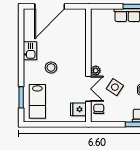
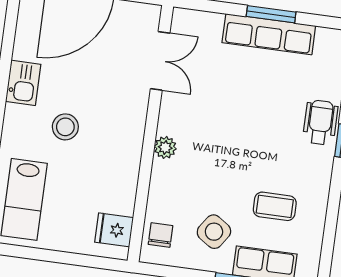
side table: (115, 87) -> (214, 232), moved
double door: (88, 89) -> (160, 61), moved

